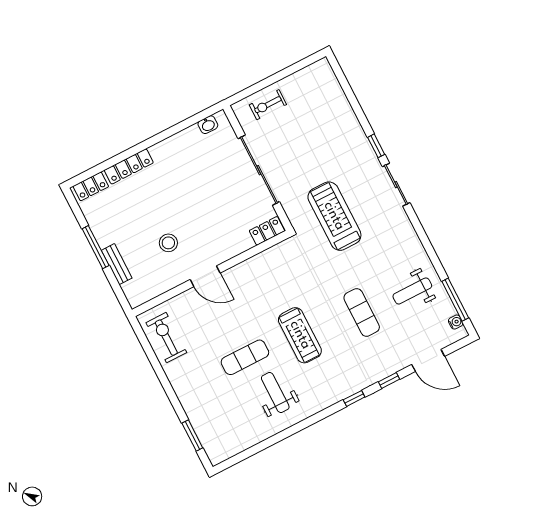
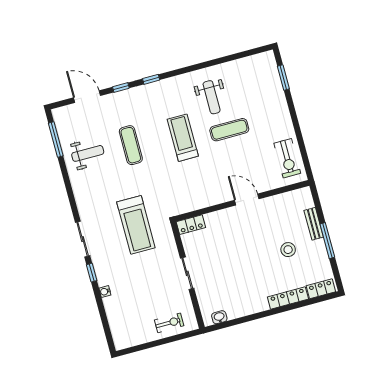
sliding door: (259, 170) -> (187, 273), width x0.54
stool: (168, 243) -> (288, 250), moved
water cooler: (456, 322) -> (105, 292), moved

